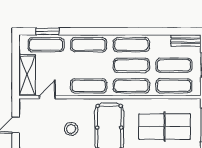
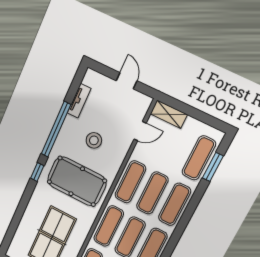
exercise mat: (89, 65) -> (152, 193), added
shelving: (27, 75) -> (169, 114), width x0.67, depth x0.75
door: (47, 97) -> (140, 131), hinge flipped

